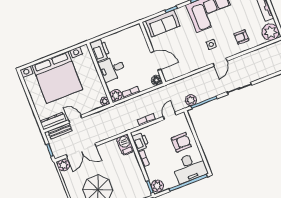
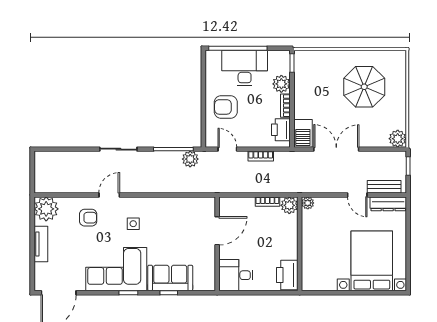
sofa: (163, 23) -> (170, 278), moved
door: (156, 61) -> (217, 231), swing flipped
door: (220, 62) -> (109, 195), moved
desk: (112, 69) -> (236, 275), moved, turned 180
bed with nightstands: (57, 77) -> (372, 261), width x0.73
floor lamp: (156, 80) -> (226, 204), removed
door: (170, 116) -> (227, 149), swing flipped
double door: (81, 150) -> (336, 149), moved
desk: (190, 168) -> (245, 68), moved
plant: (157, 186) -> (281, 84), moved

